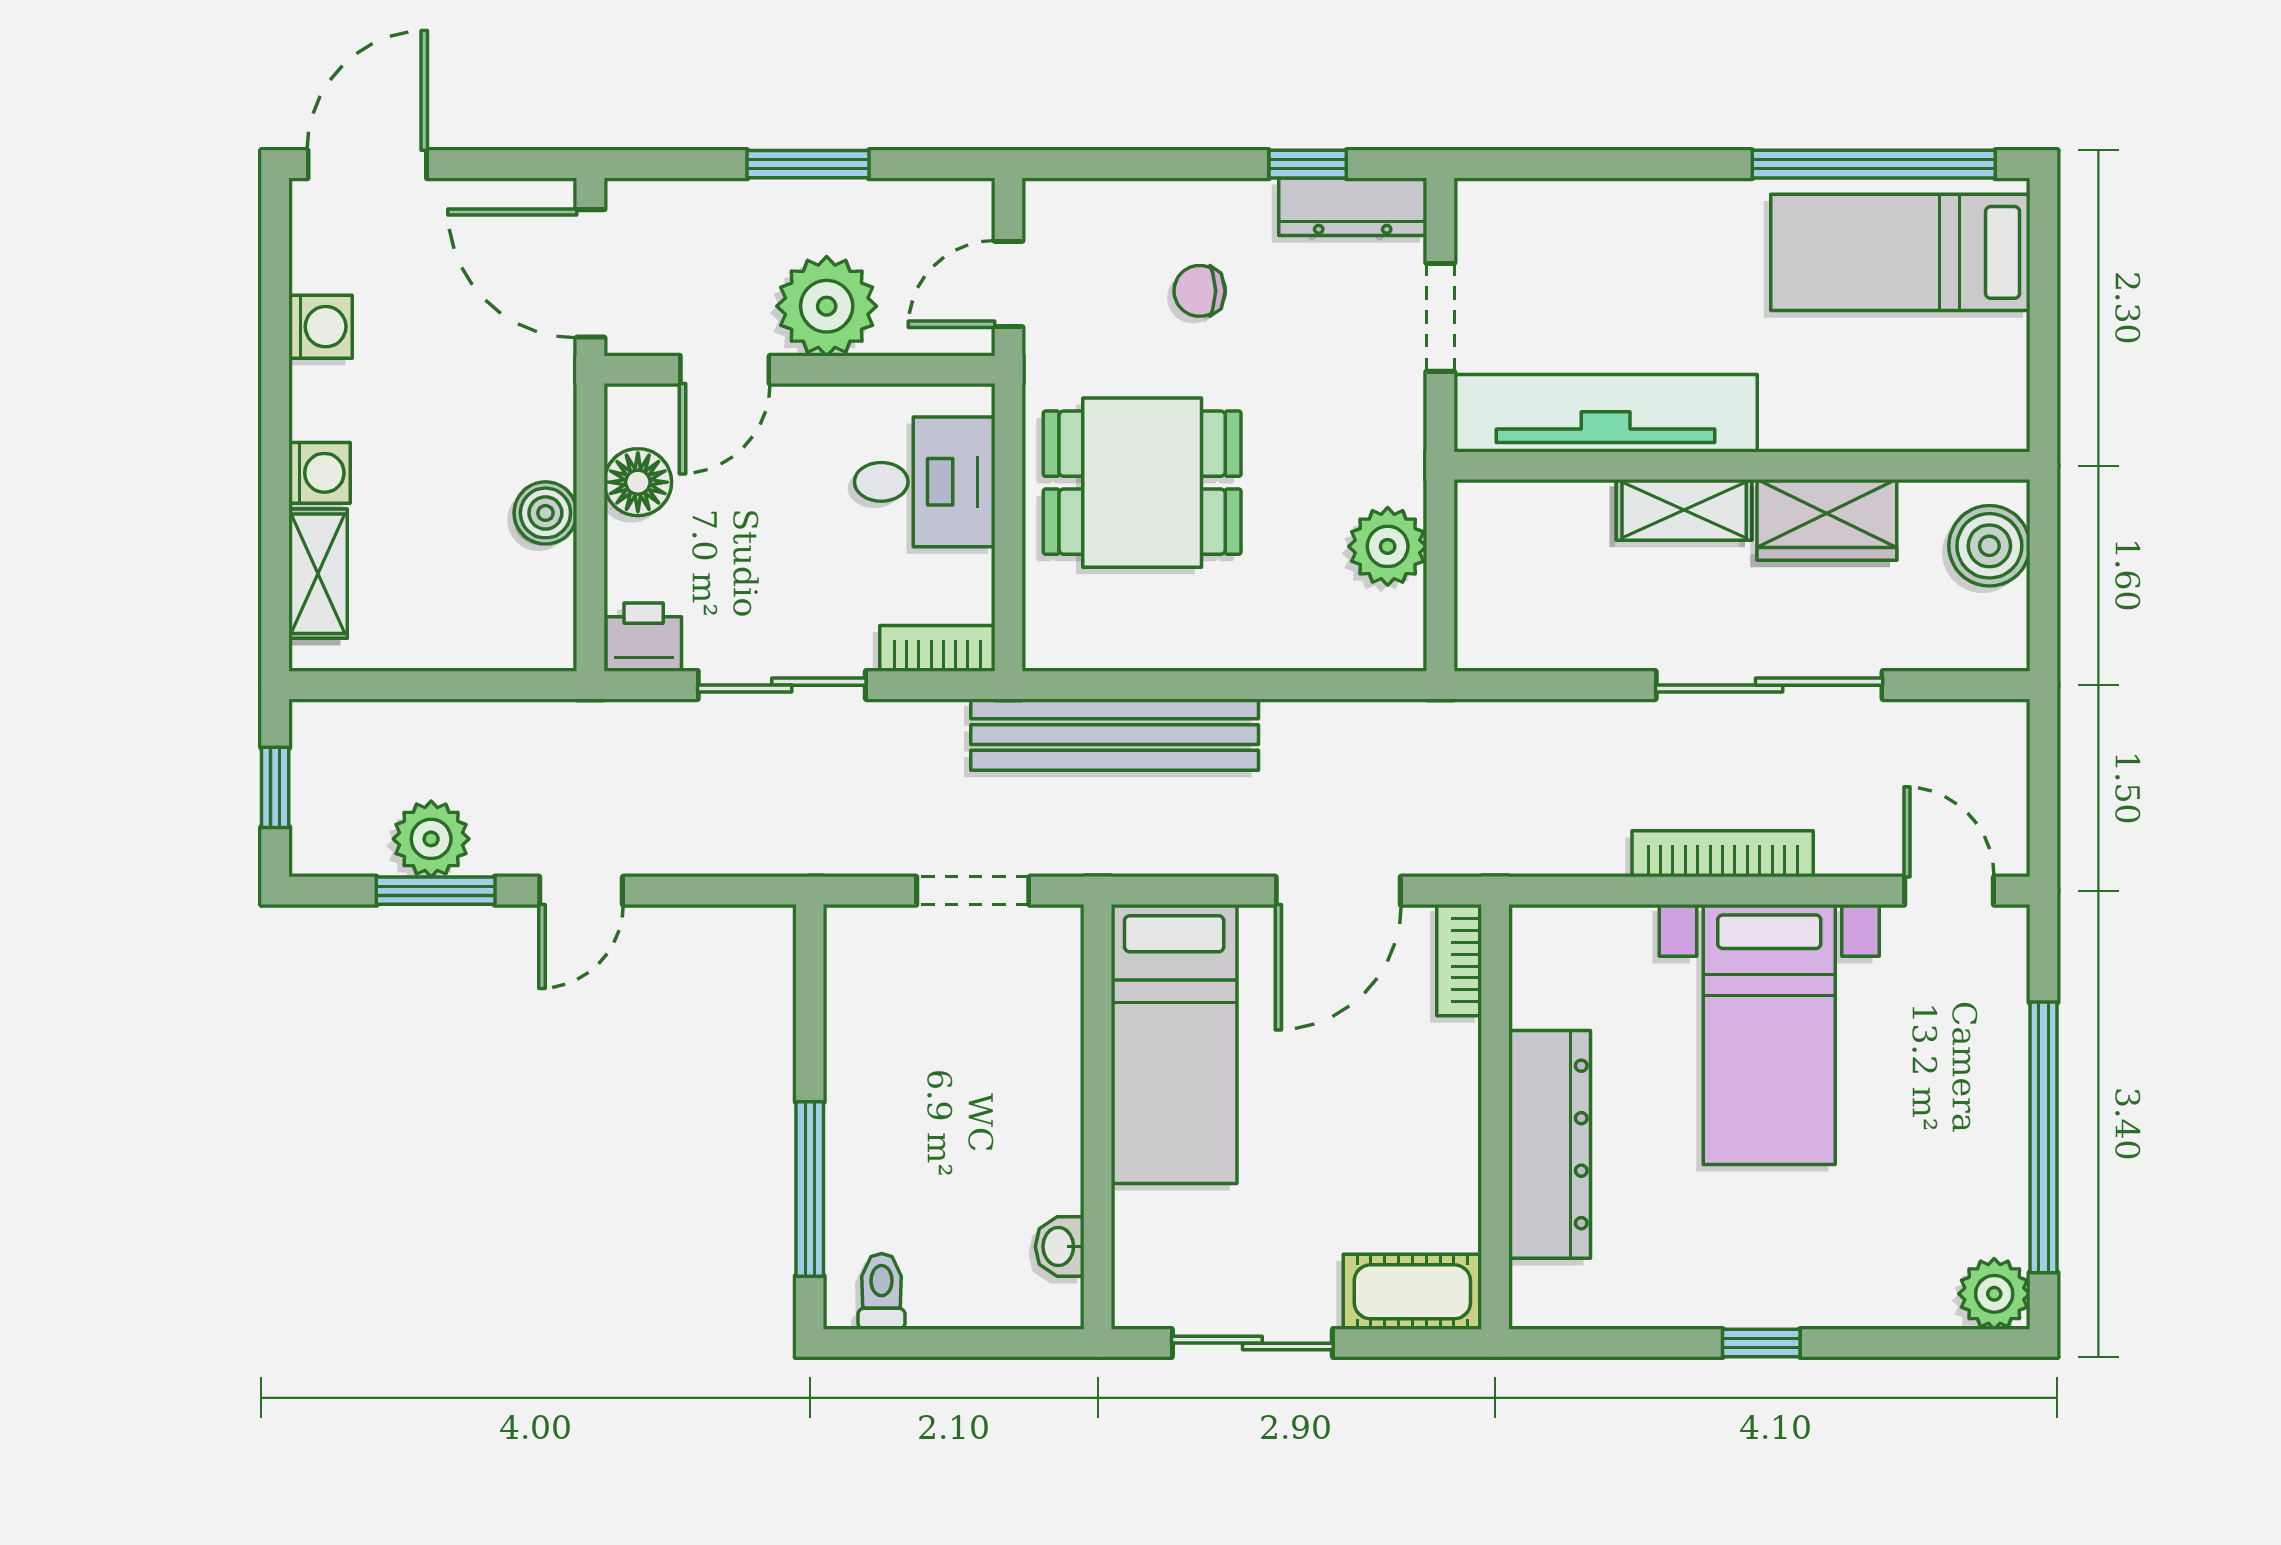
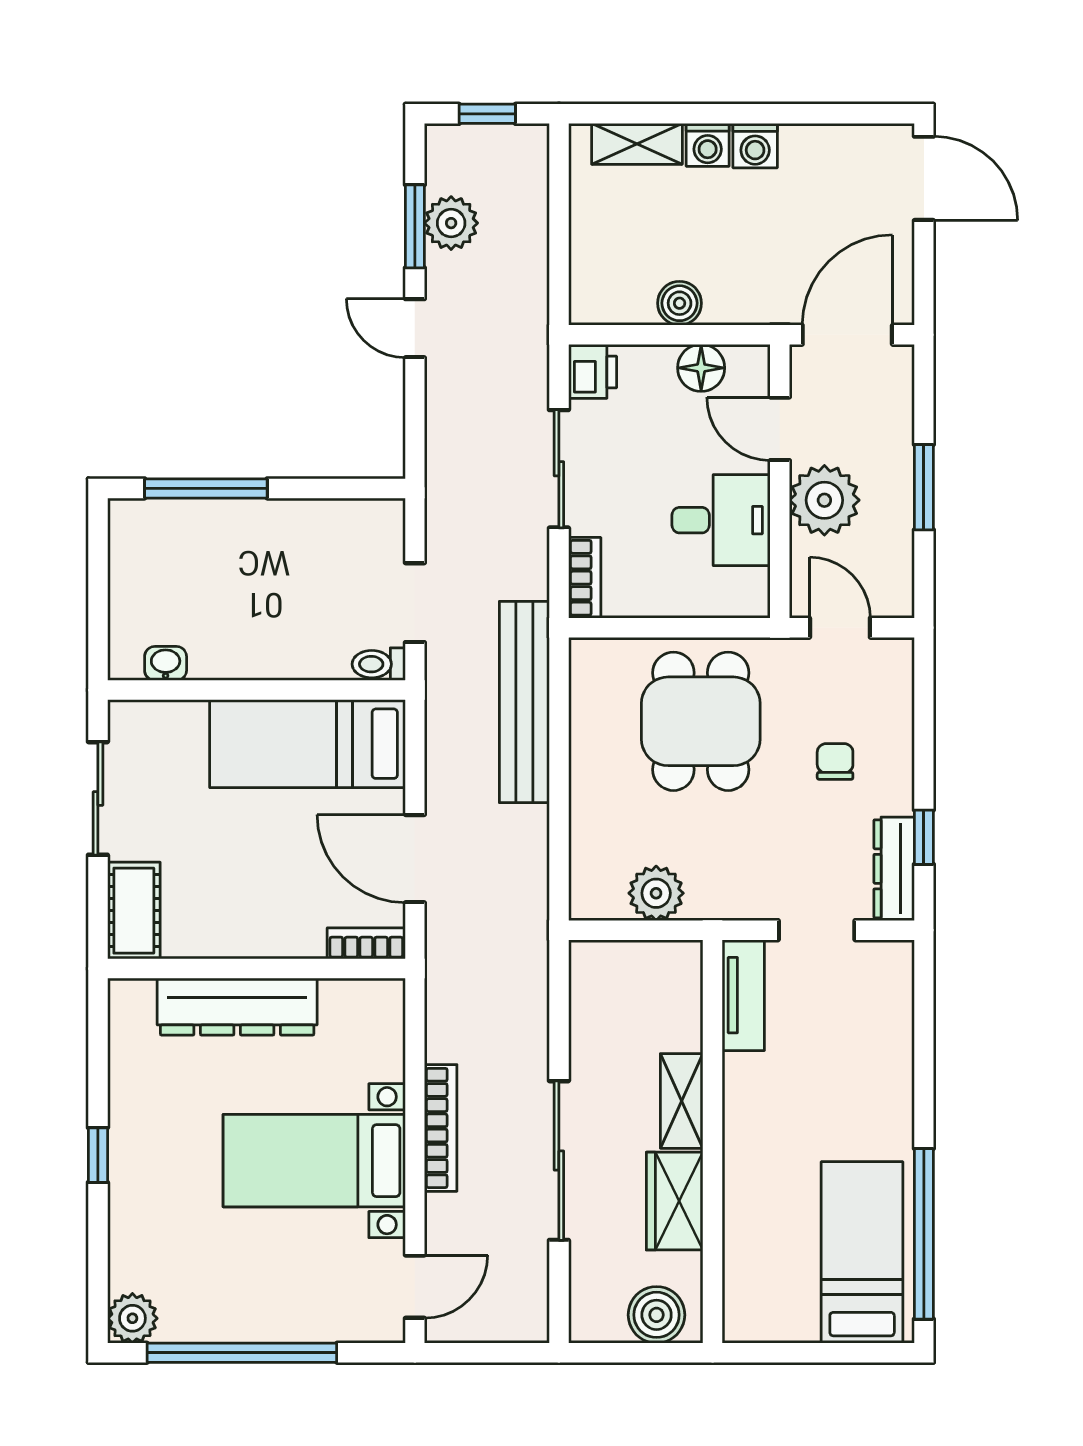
washing machine: (321, 327) -> (755, 146), moved
tv unit: (1606, 413) -> (743, 995), width x0.52, depth x0.78
desk: (925, 482) -> (721, 520), moved, turned -90
toilet: (882, 1291) -> (379, 664), moved, turned 180

